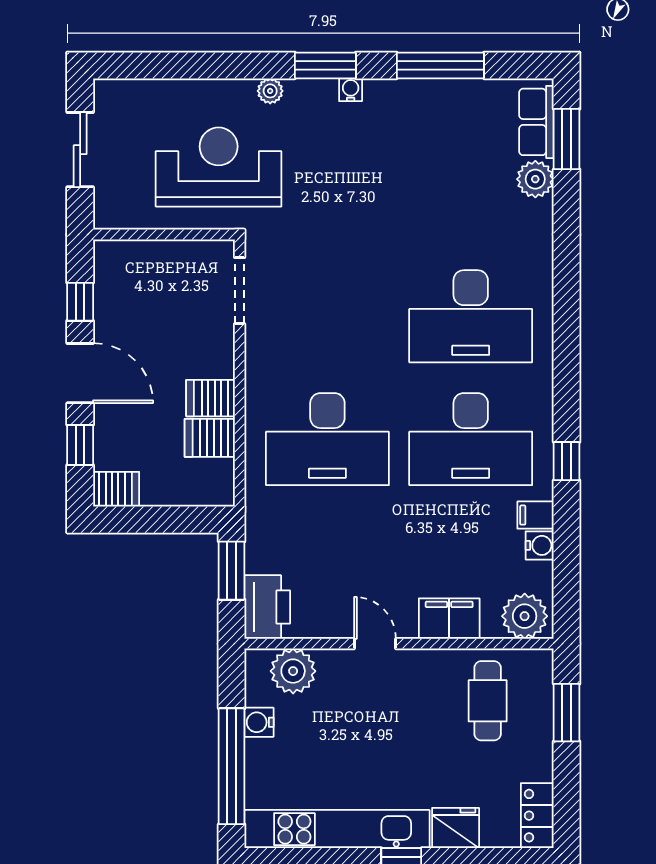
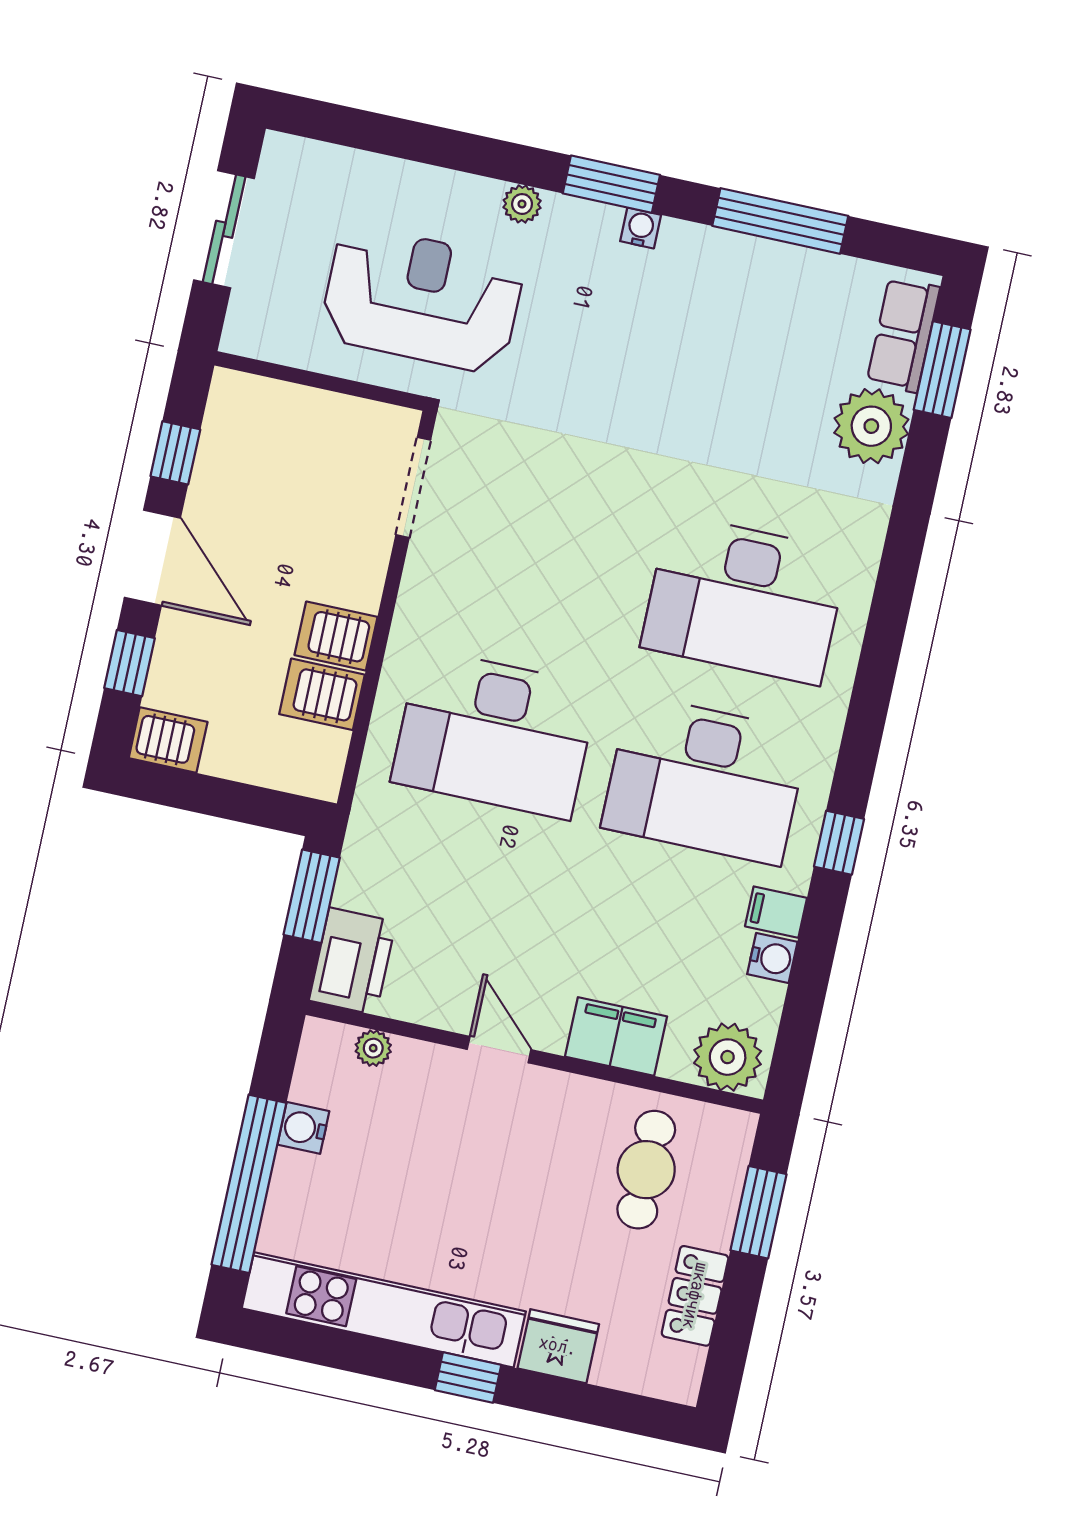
plant: (535, 179) -> (871, 426), width x1.36, depth x1.36
plant: (293, 671) -> (373, 1048), width x0.53, depth x0.53
locker: (537, 816) -> (695, 1296), moved

